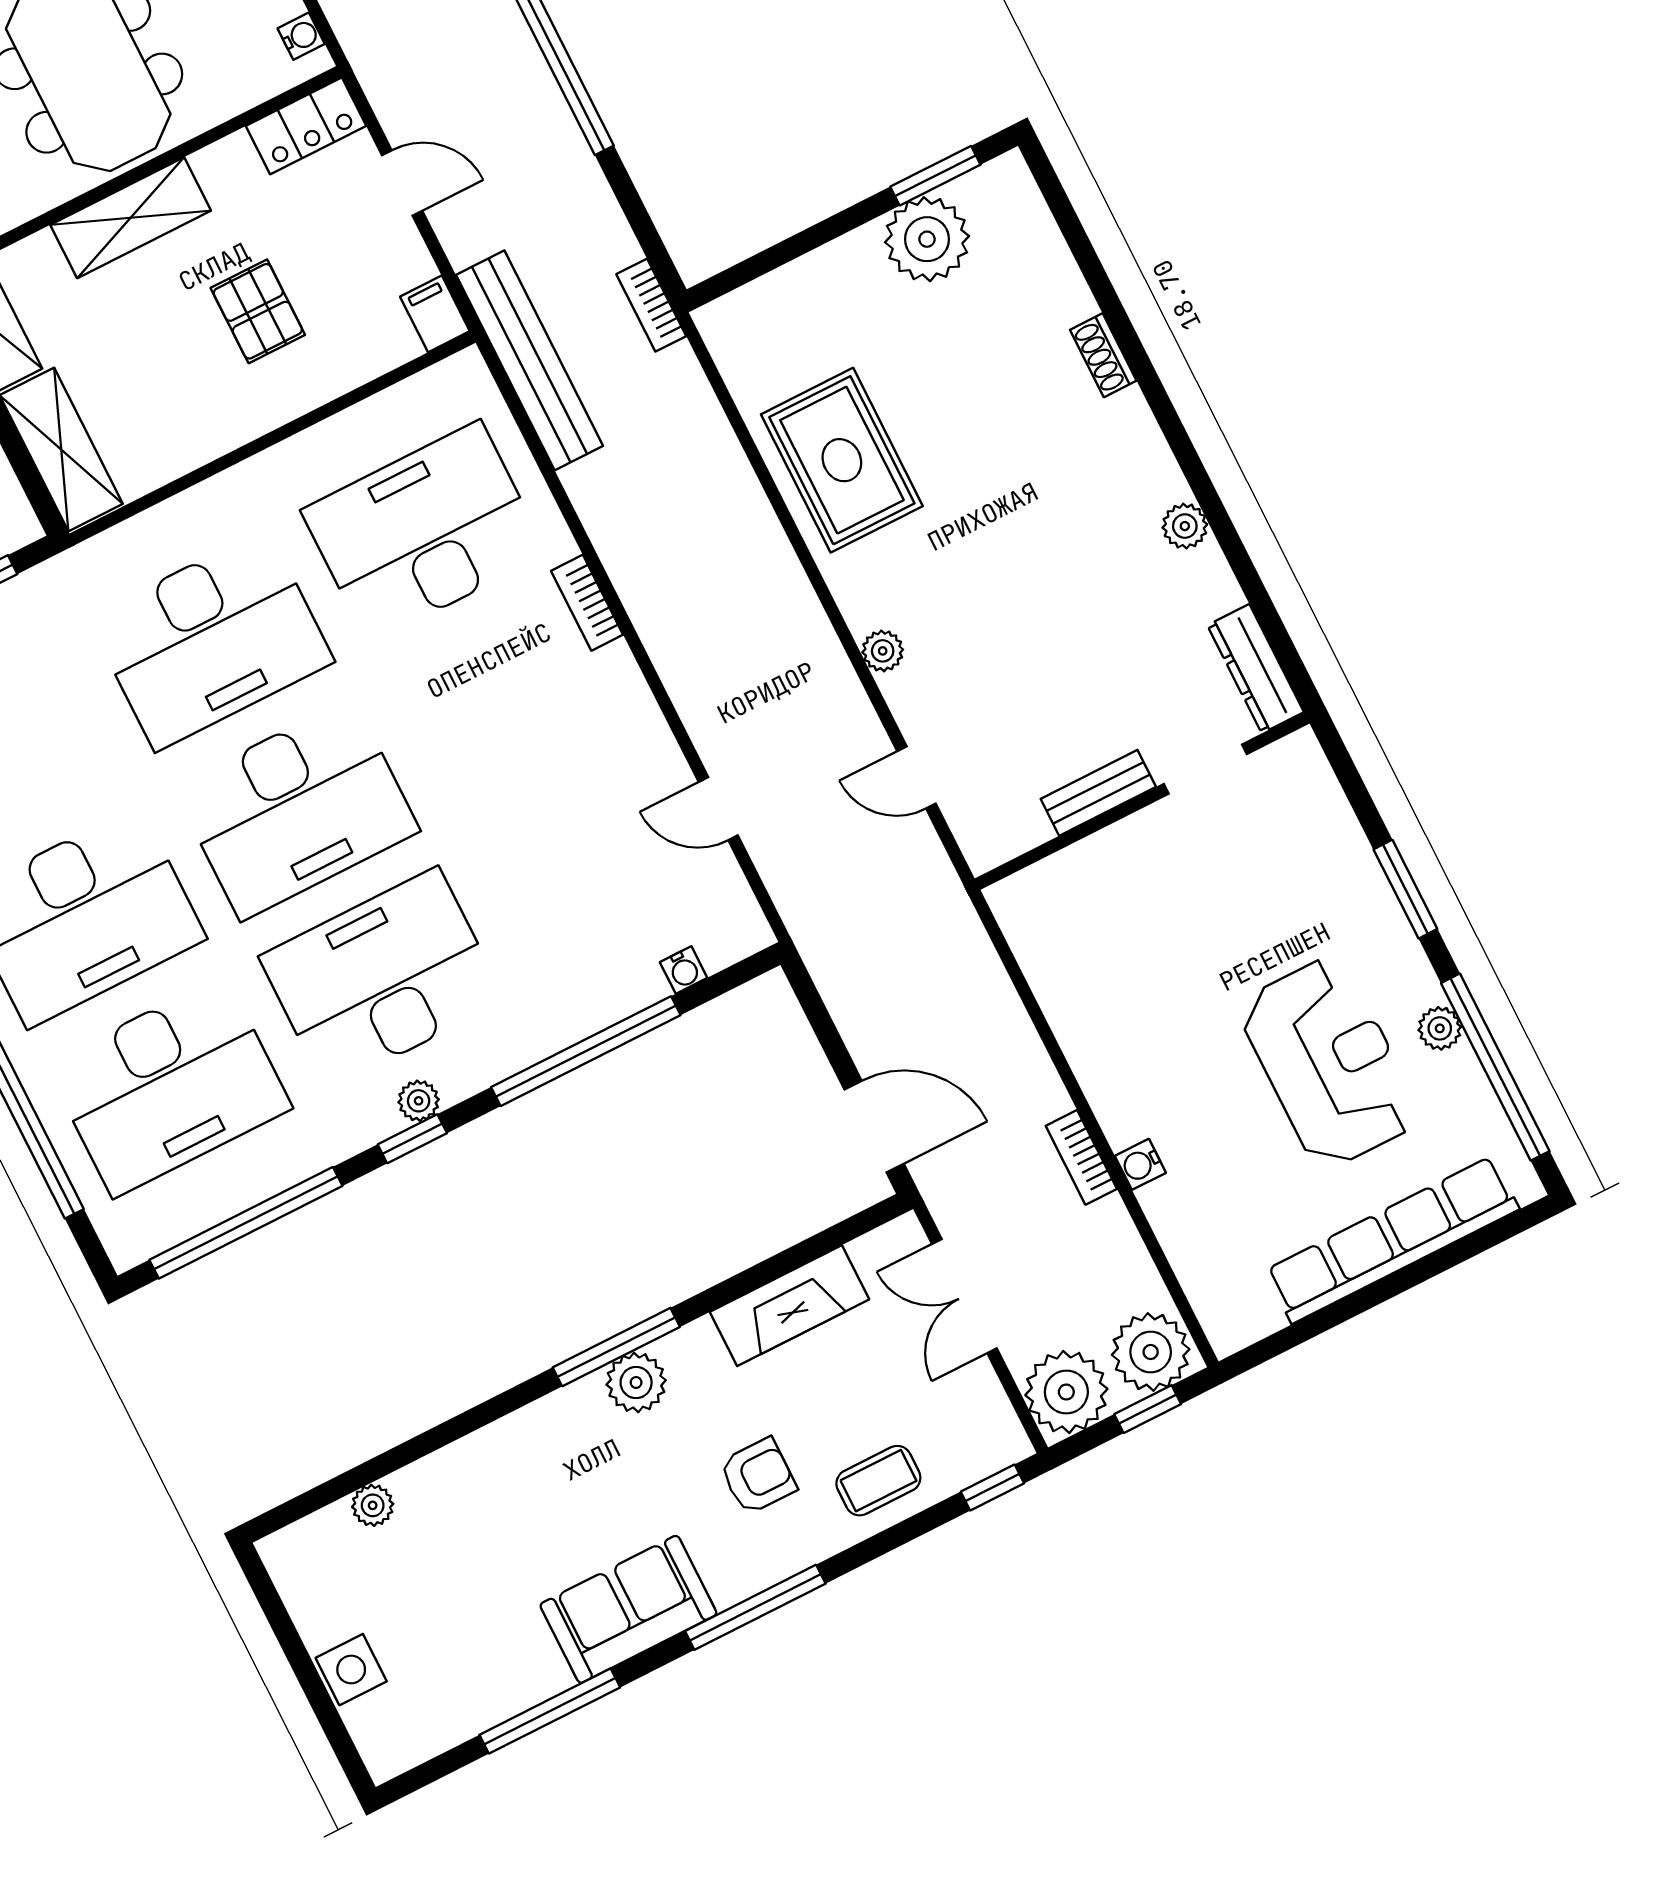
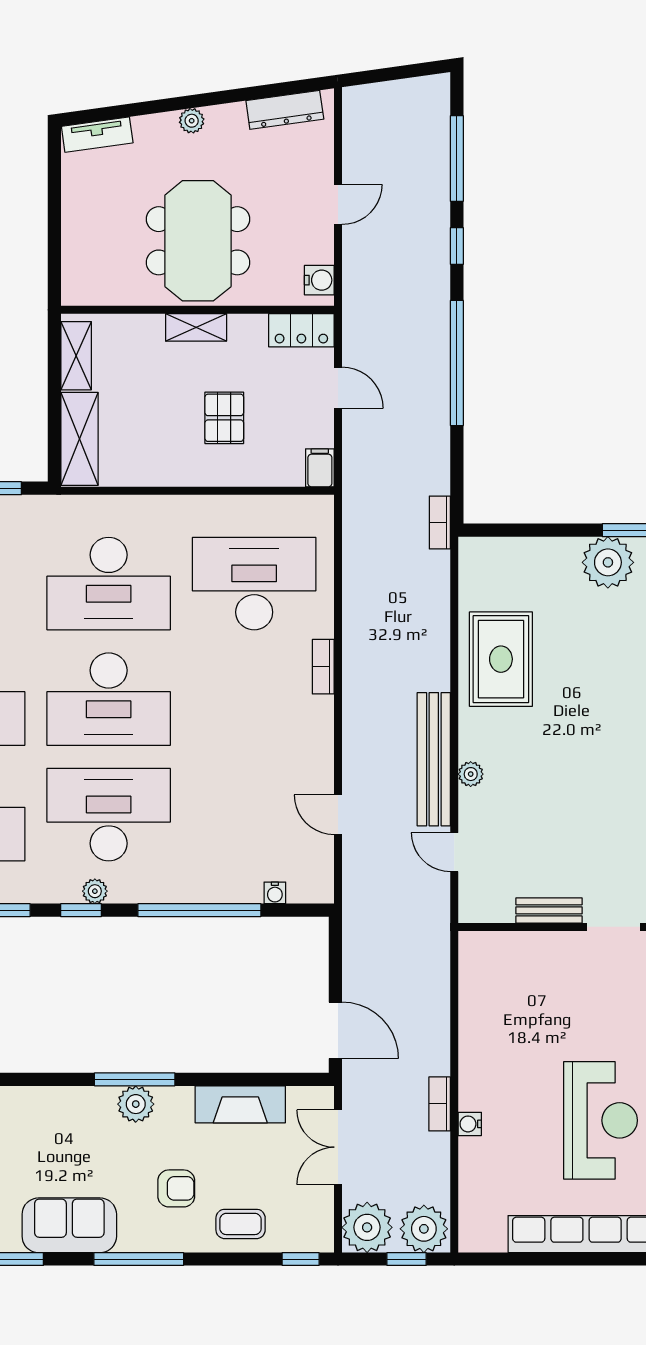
water cooler: (301, 36) -> (319, 280), width x1.38, depth x1.38
shelving: (131, 218) -> (196, 327), width x0.67, depth x0.75
bench: (529, 360) -> (434, 759), moved

